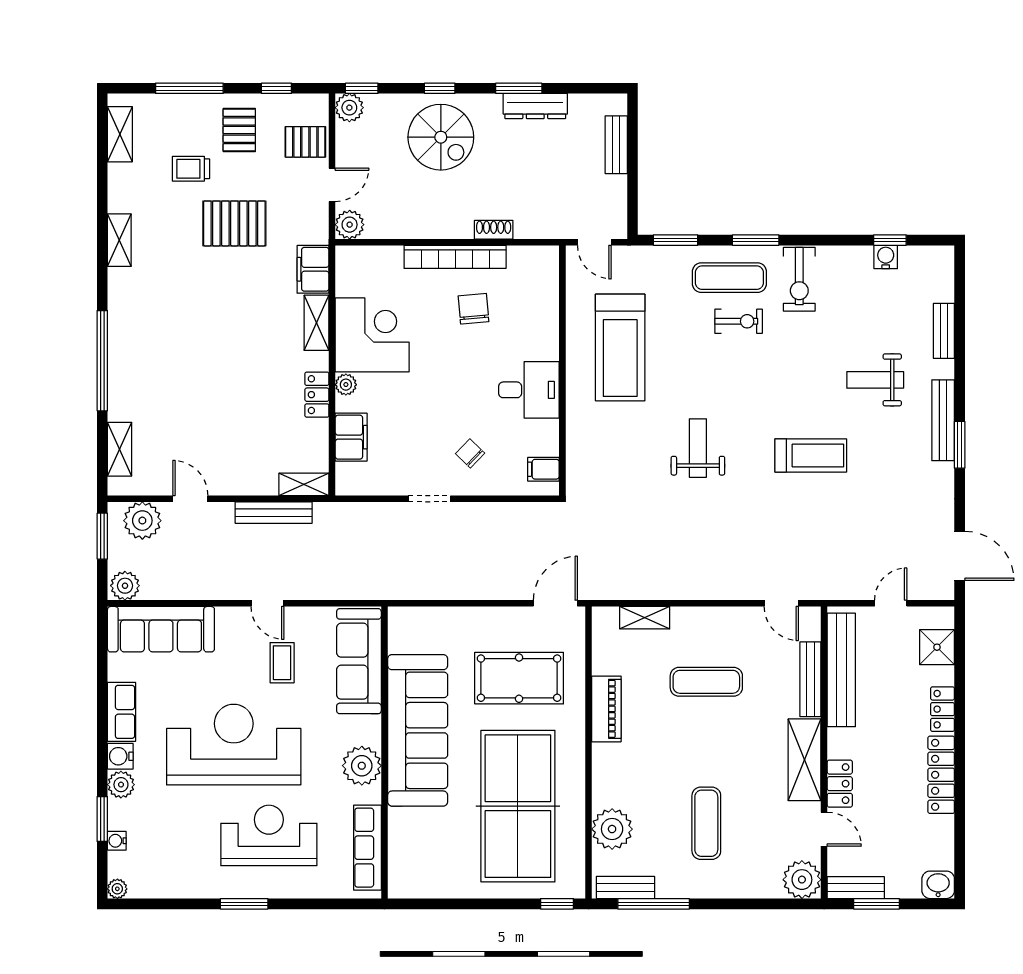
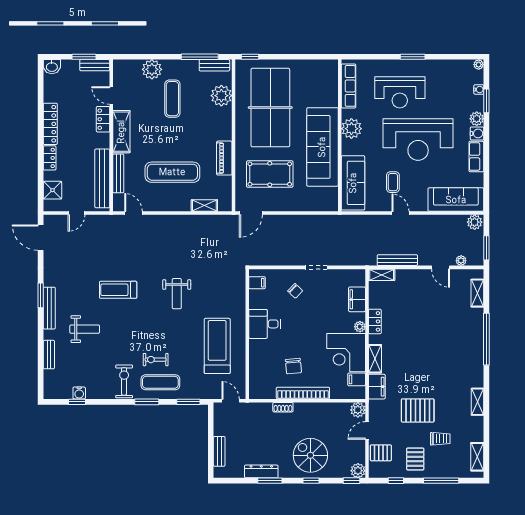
filing cabinet: (352, 283) -> (357, 379), added
plant: (142, 521) -> (461, 261), width x0.53, depth x0.53
exercise mat: (706, 682) -> (172, 172), width x1.36, depth x1.45
plant: (802, 880) -> (152, 69), moved

